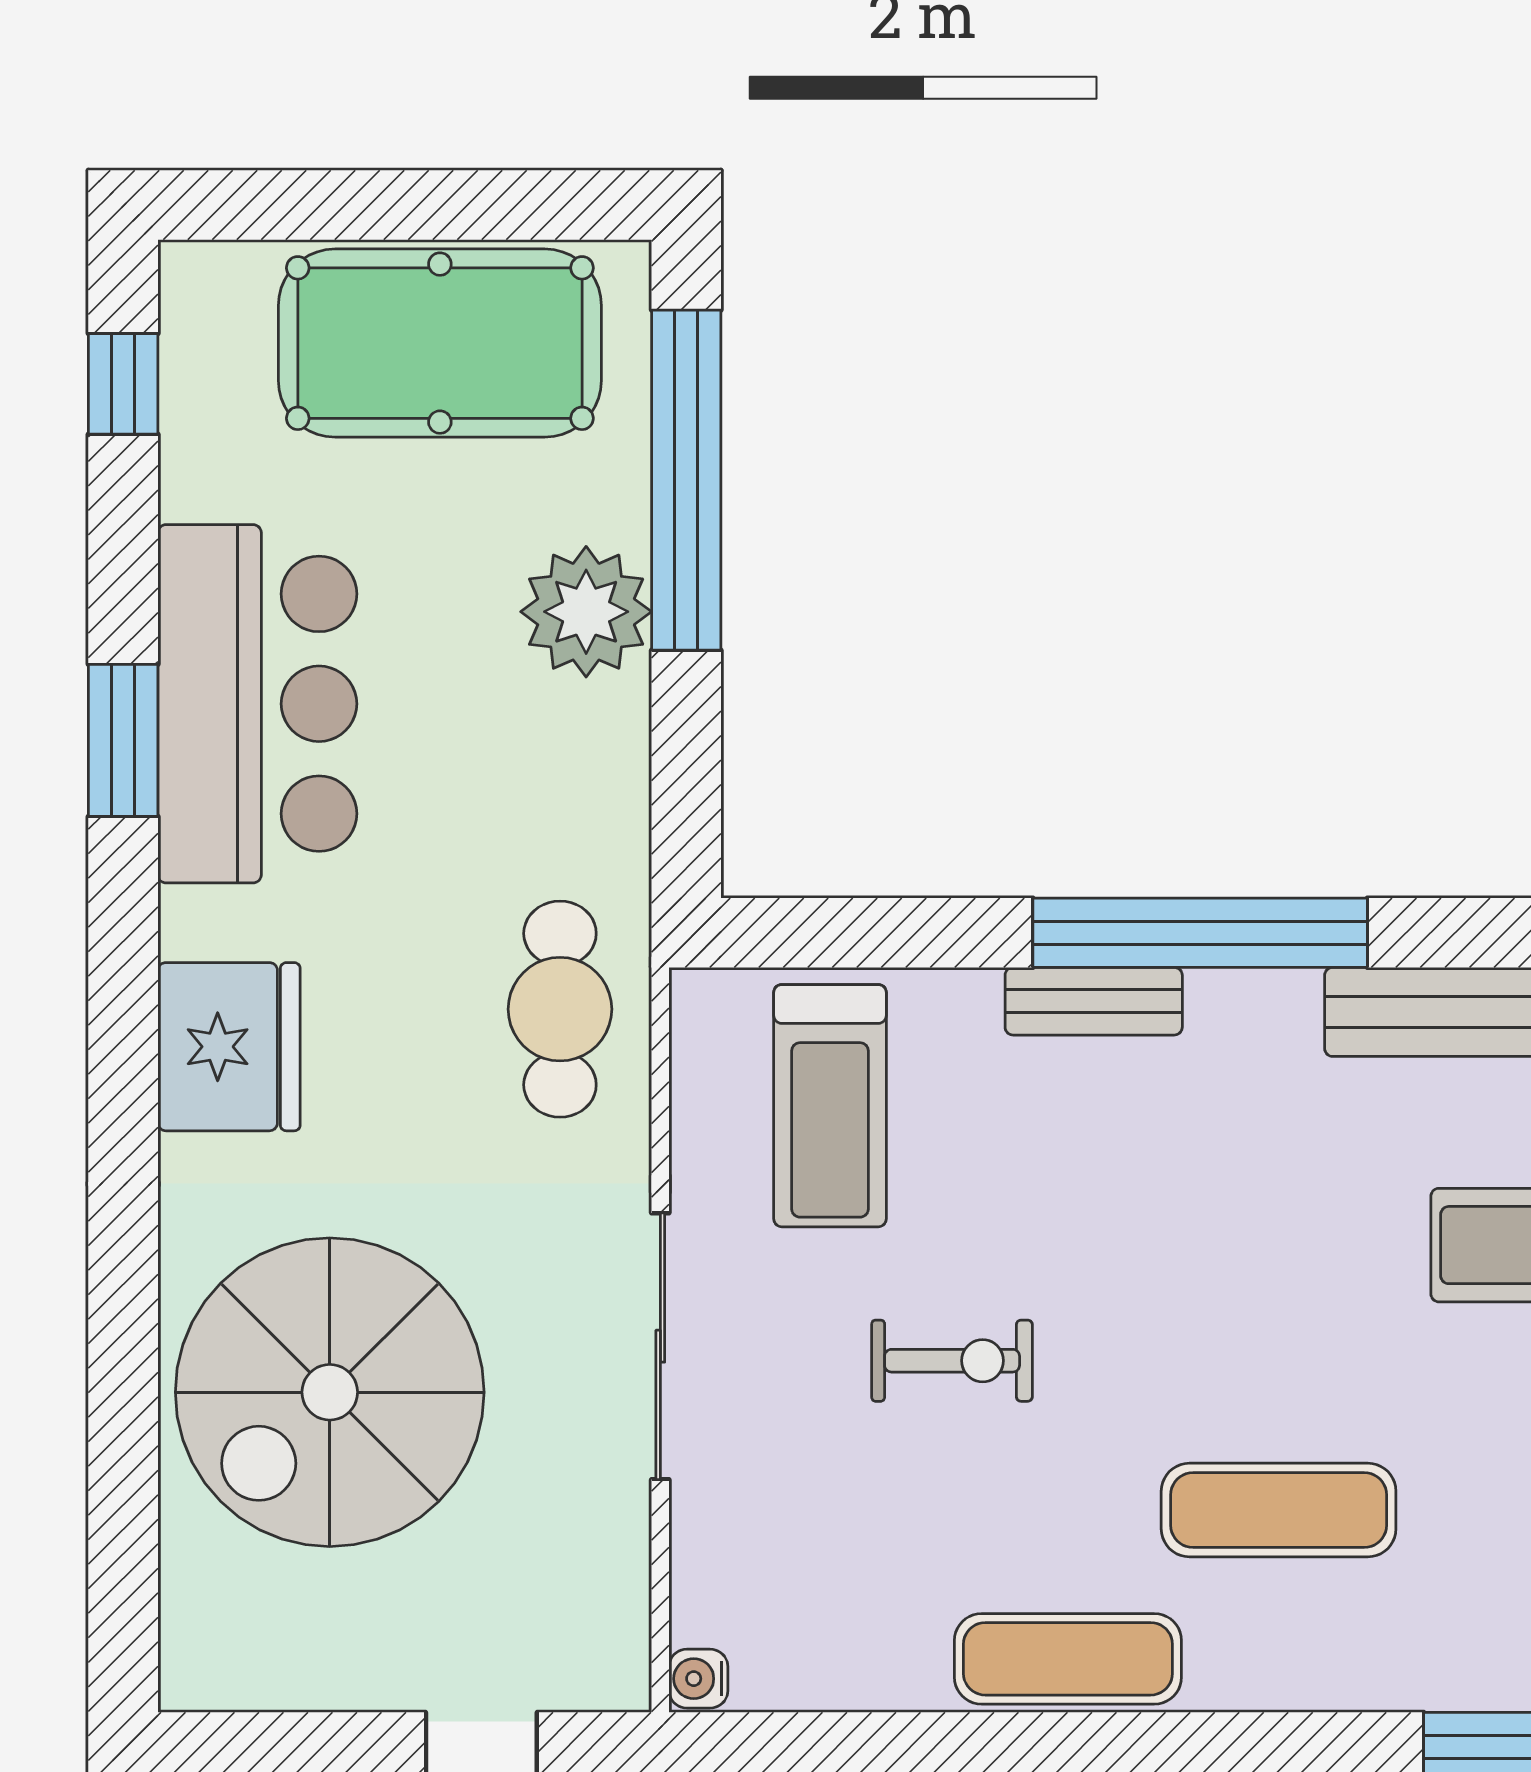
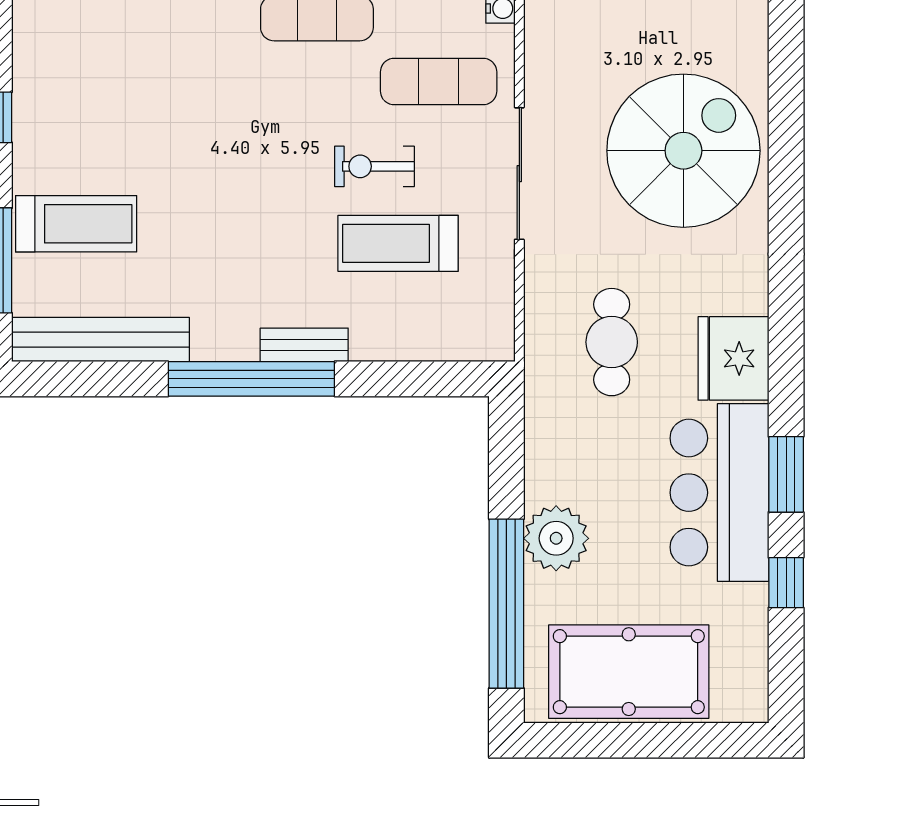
window: (123, 384) -> (786, 583), moved
cafe table: (560, 1009) -> (612, 342), moved
fridge: (229, 1047) -> (733, 358), moved
treadmill: (830, 1106) -> (398, 243), moved, turned -90
exercise mat: (1279, 1510) -> (439, 82), moved

